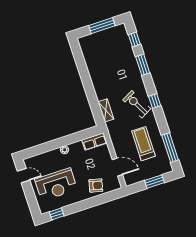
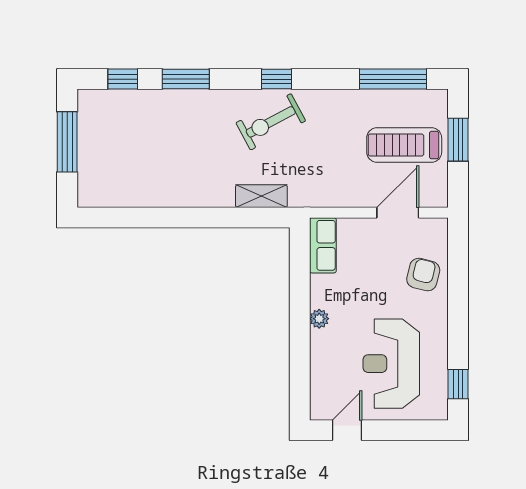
treadmill: (144, 144) -> (404, 145), moved
reception desk: (56, 184) -> (391, 364), turned 180

